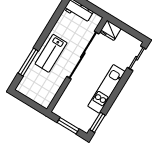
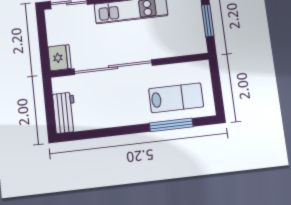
lab bench: (51, 53) -> (176, 98), moved

